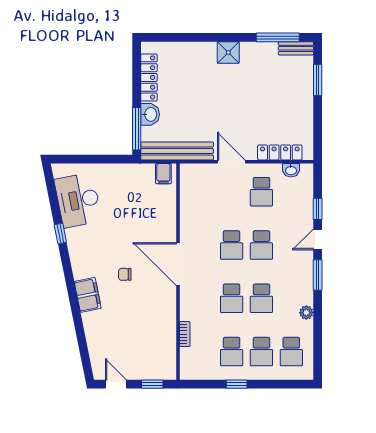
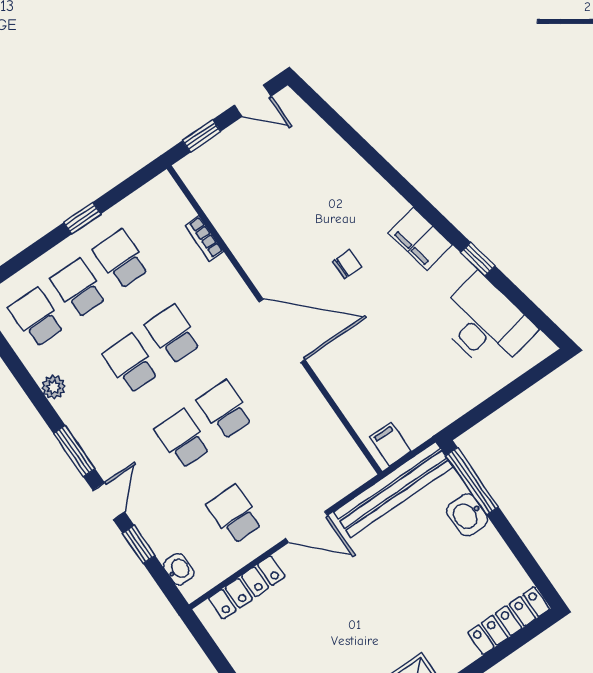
locker: (149, 77) -> (509, 621), moved, turned 90
washbasin: (291, 170) -> (179, 569), moved, turned 90
filing cabinet: (88, 295) -> (420, 239), moved

